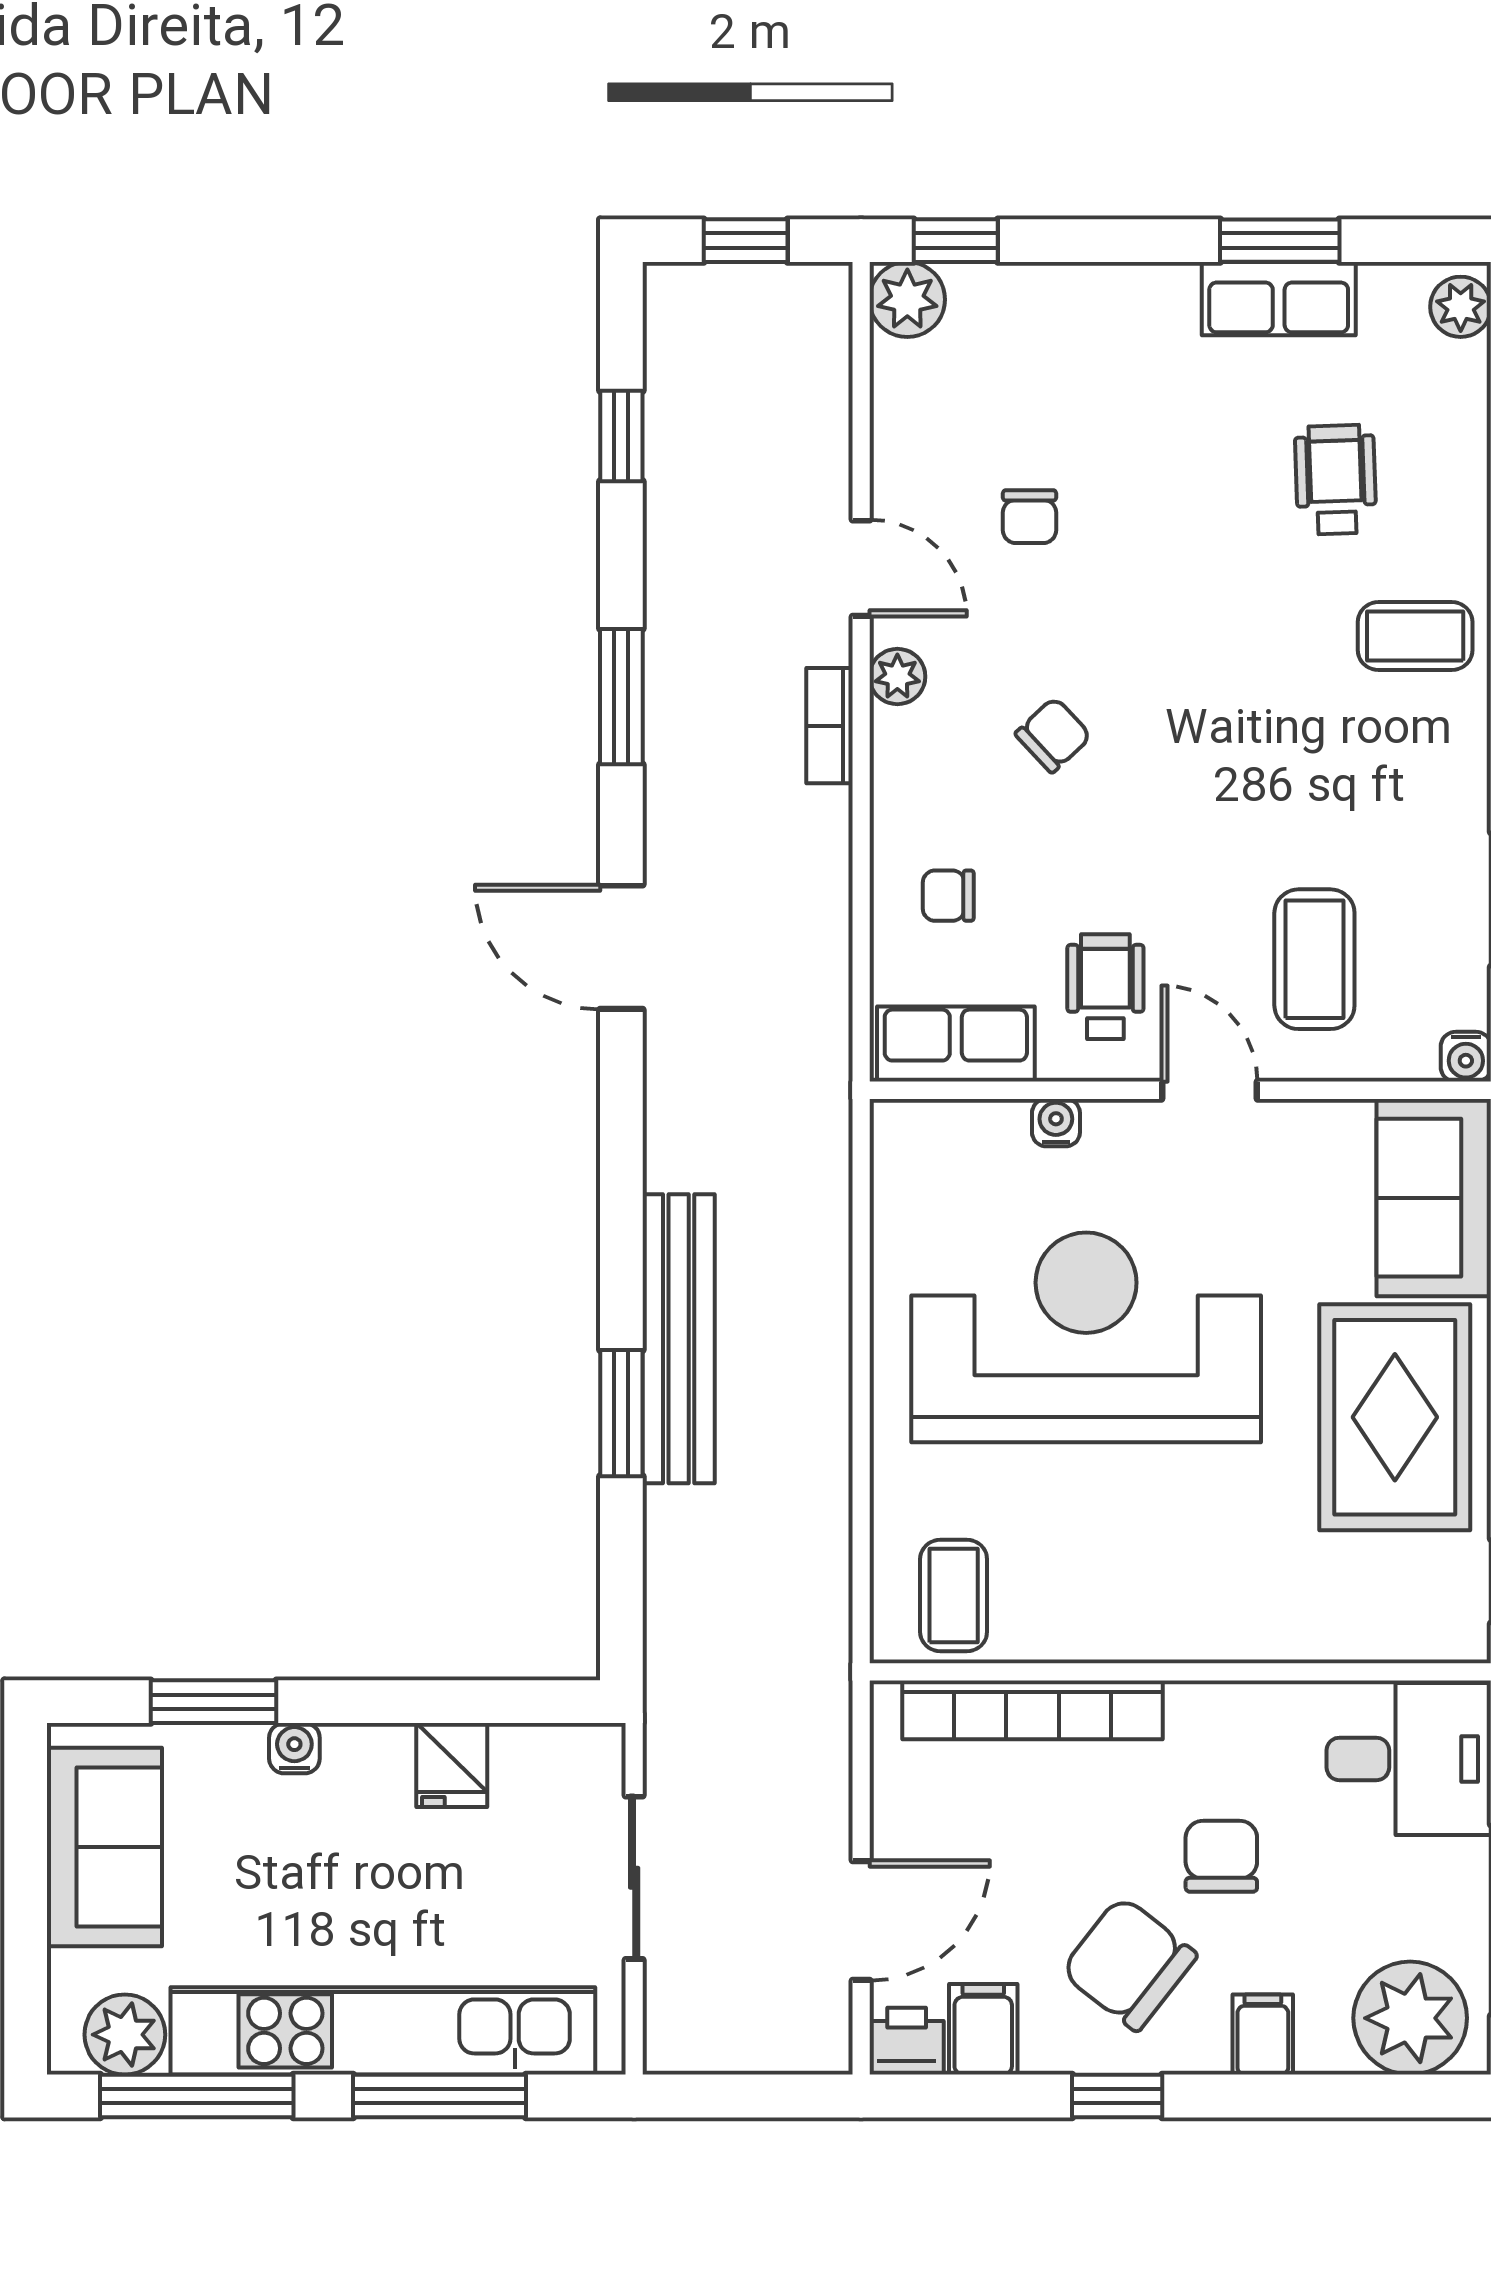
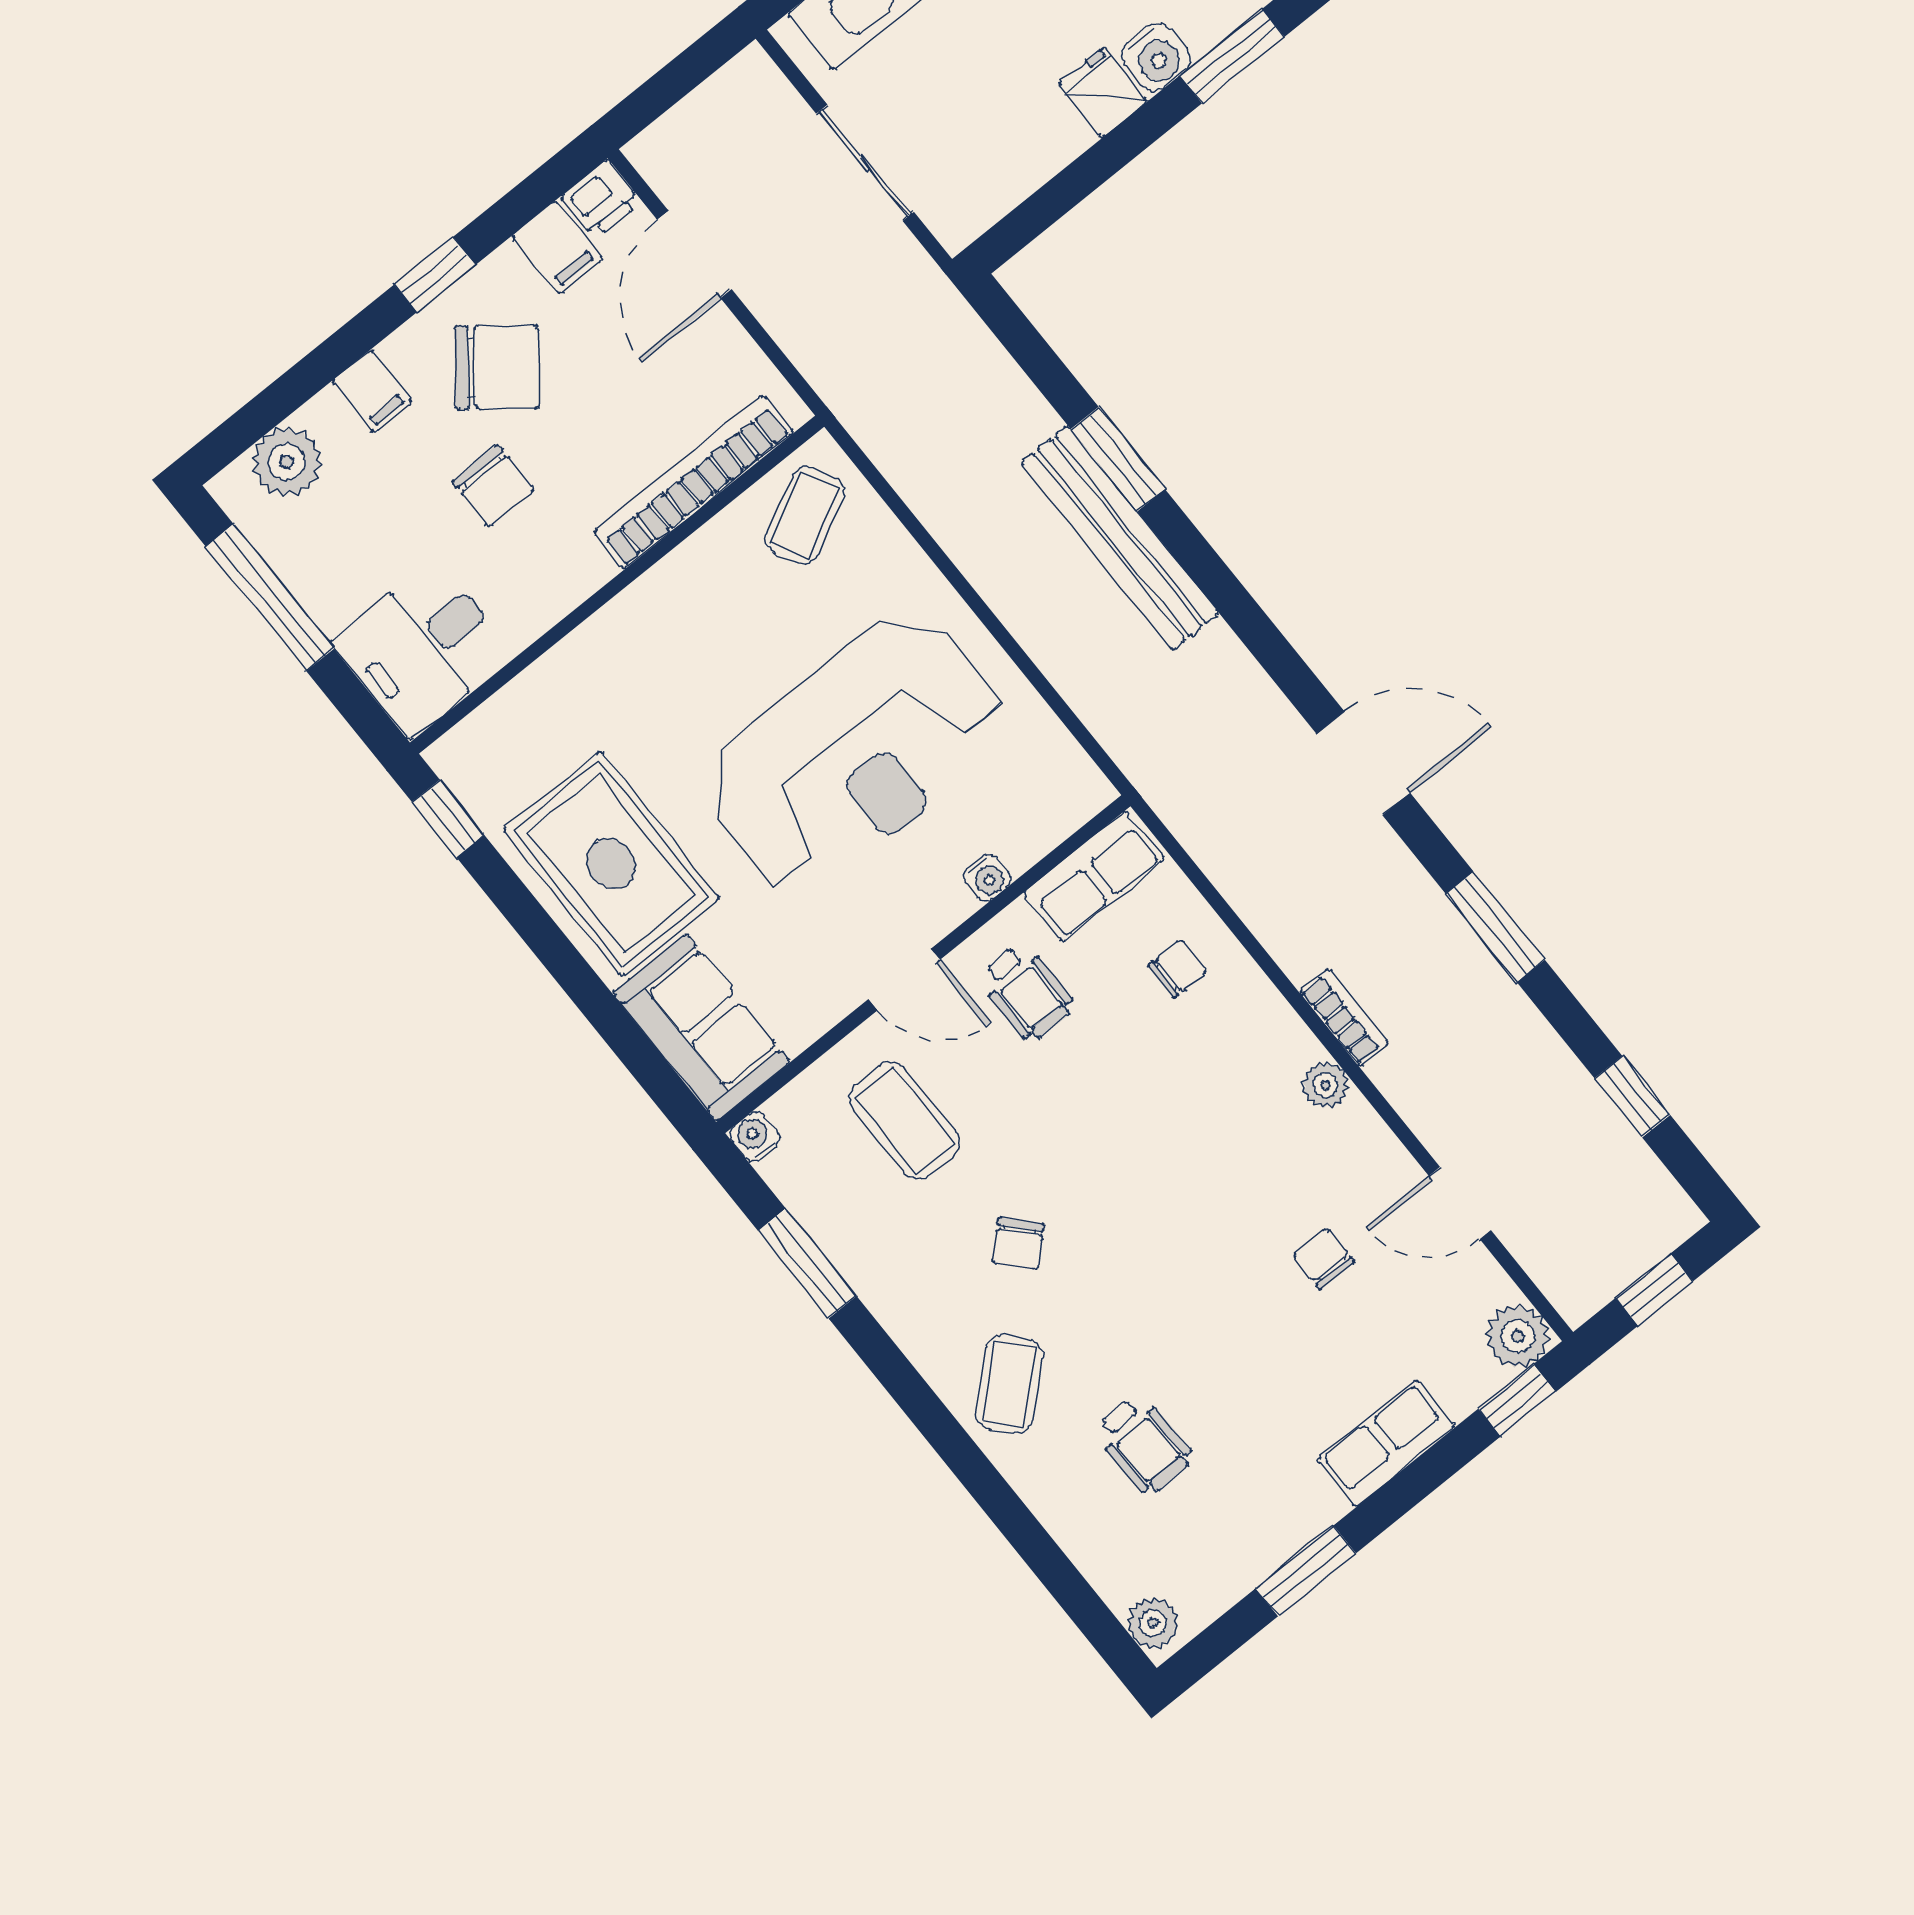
row of seats: (1279, 299) -> (1386, 1443), moved
door: (861, 568) -> (1460, 1203), moved
coffee table: (1415, 636) -> (1009, 1384), turned -42
chair: (1053, 735) -> (1018, 1244), moved
coffee table: (954, 1595) -> (805, 515), turned 63
water cooler: (294, 1748) -> (1156, 57), width x1.38, depth x1.38
fridge: (452, 1765) -> (1103, 92), moved
plant: (1410, 2018) -> (287, 462), width x0.73, depth x0.73

